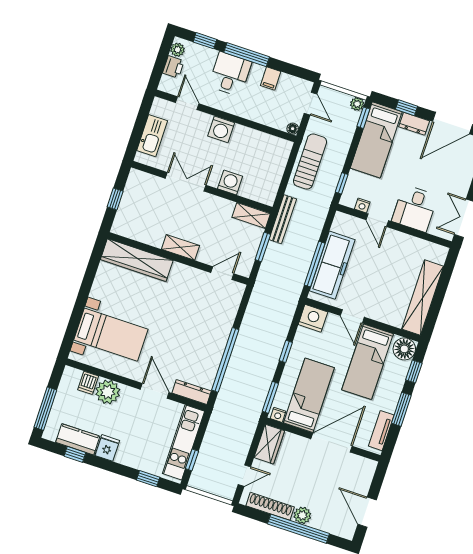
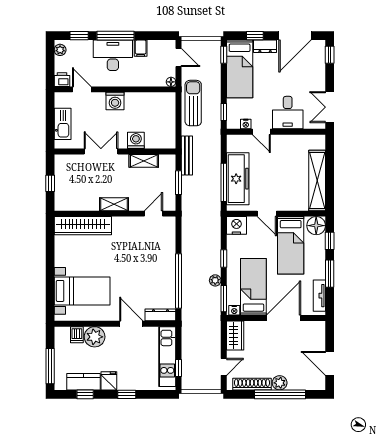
printer: (173, 67) -> (62, 80), moved, turned -90
desk: (230, 74) -> (113, 55), width x1.37
plant: (357, 104) -> (215, 280), moved
shelving: (251, 216) -> (144, 161), moved
window: (148, 479) -> (127, 394), moved

